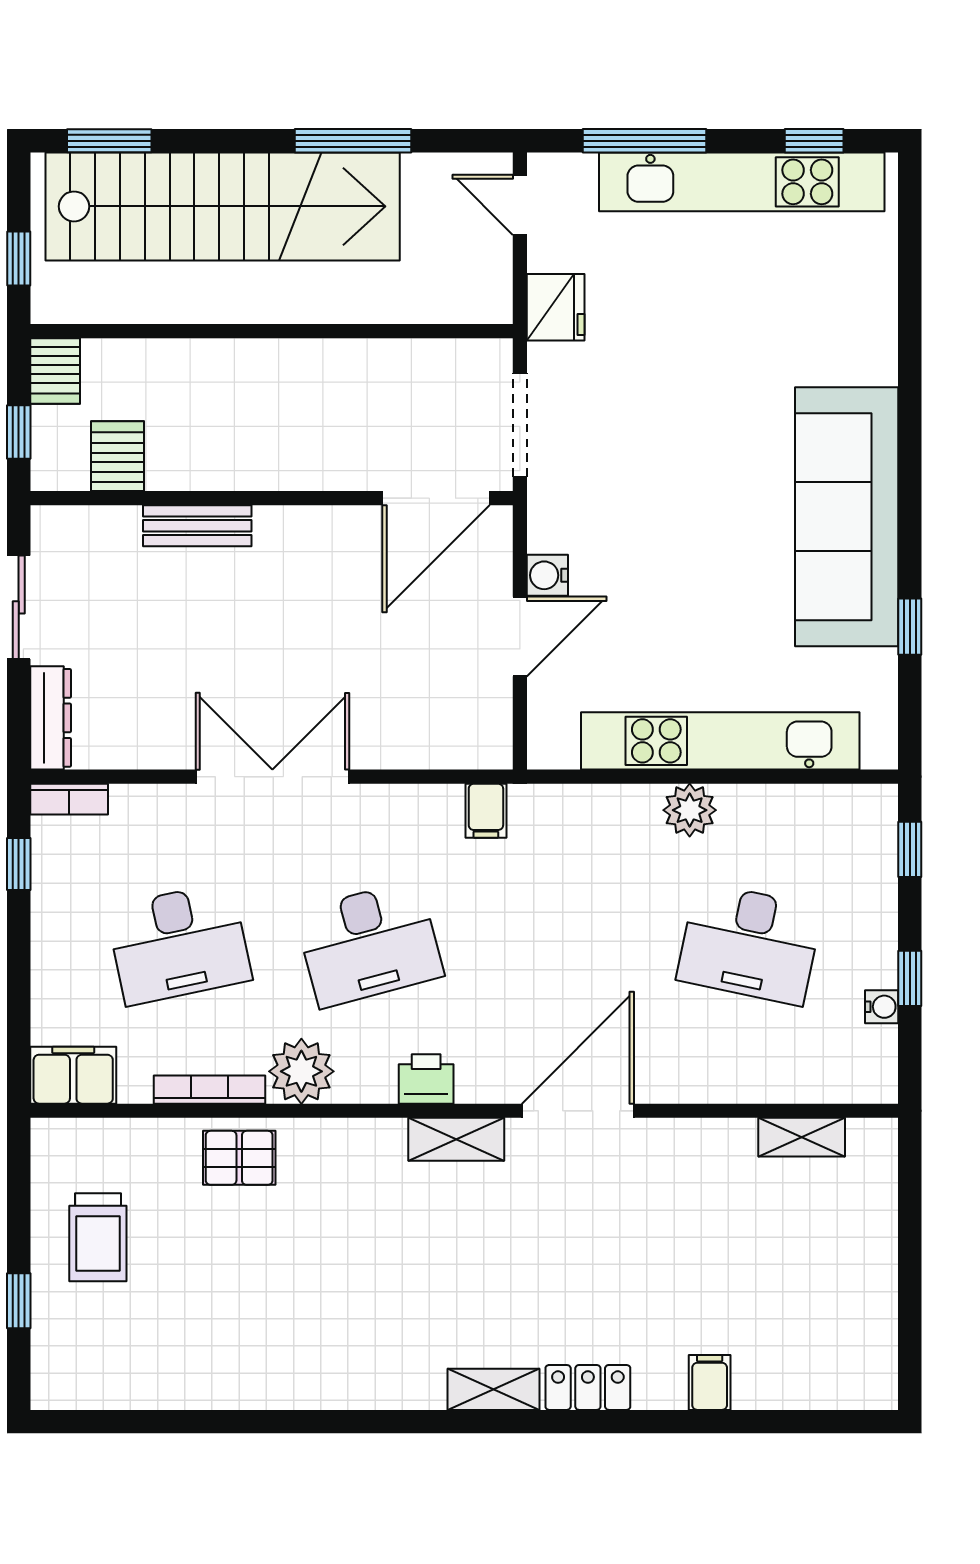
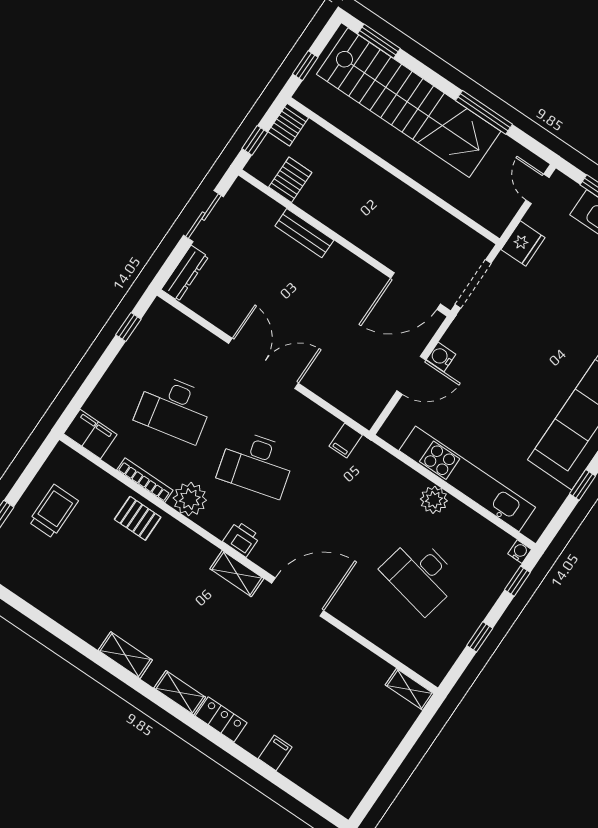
bookcase: (69, 799) -> (169, 314), removed
water cooler: (882, 1007) -> (520, 552), moved, turned -90
shelving: (802, 1137) -> (410, 689), moved
trolley: (98, 1237) -> (53, 511), turned 180
shelving: (367, 1388) -> (125, 655), added

